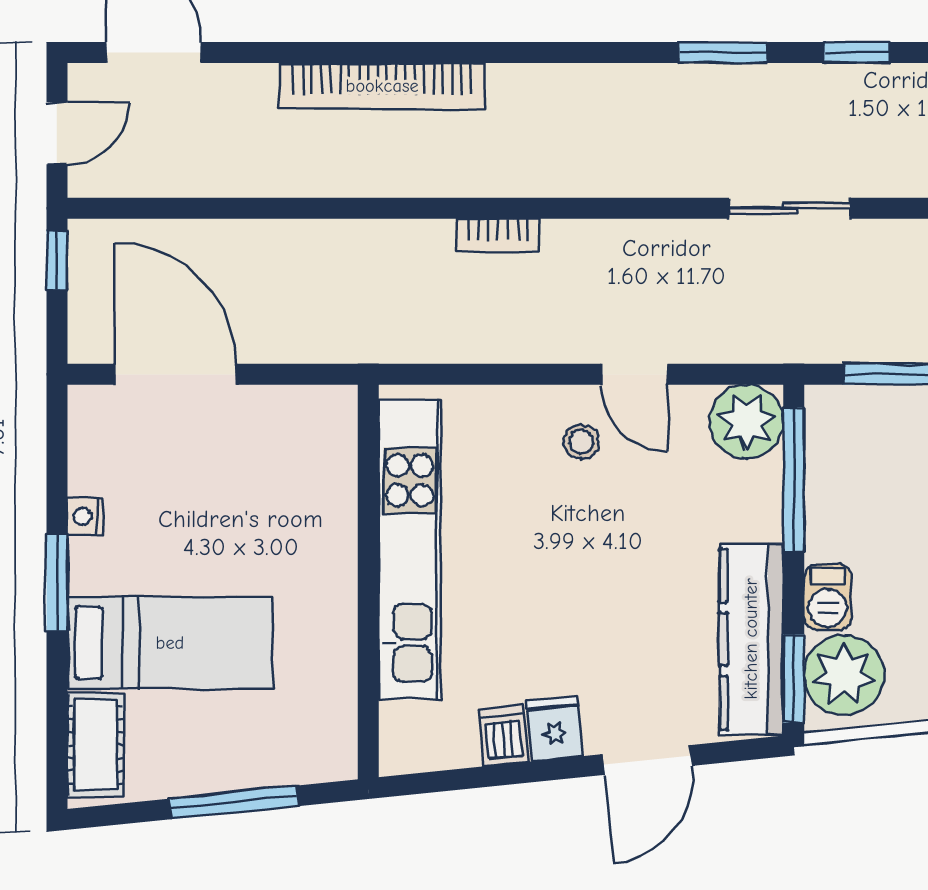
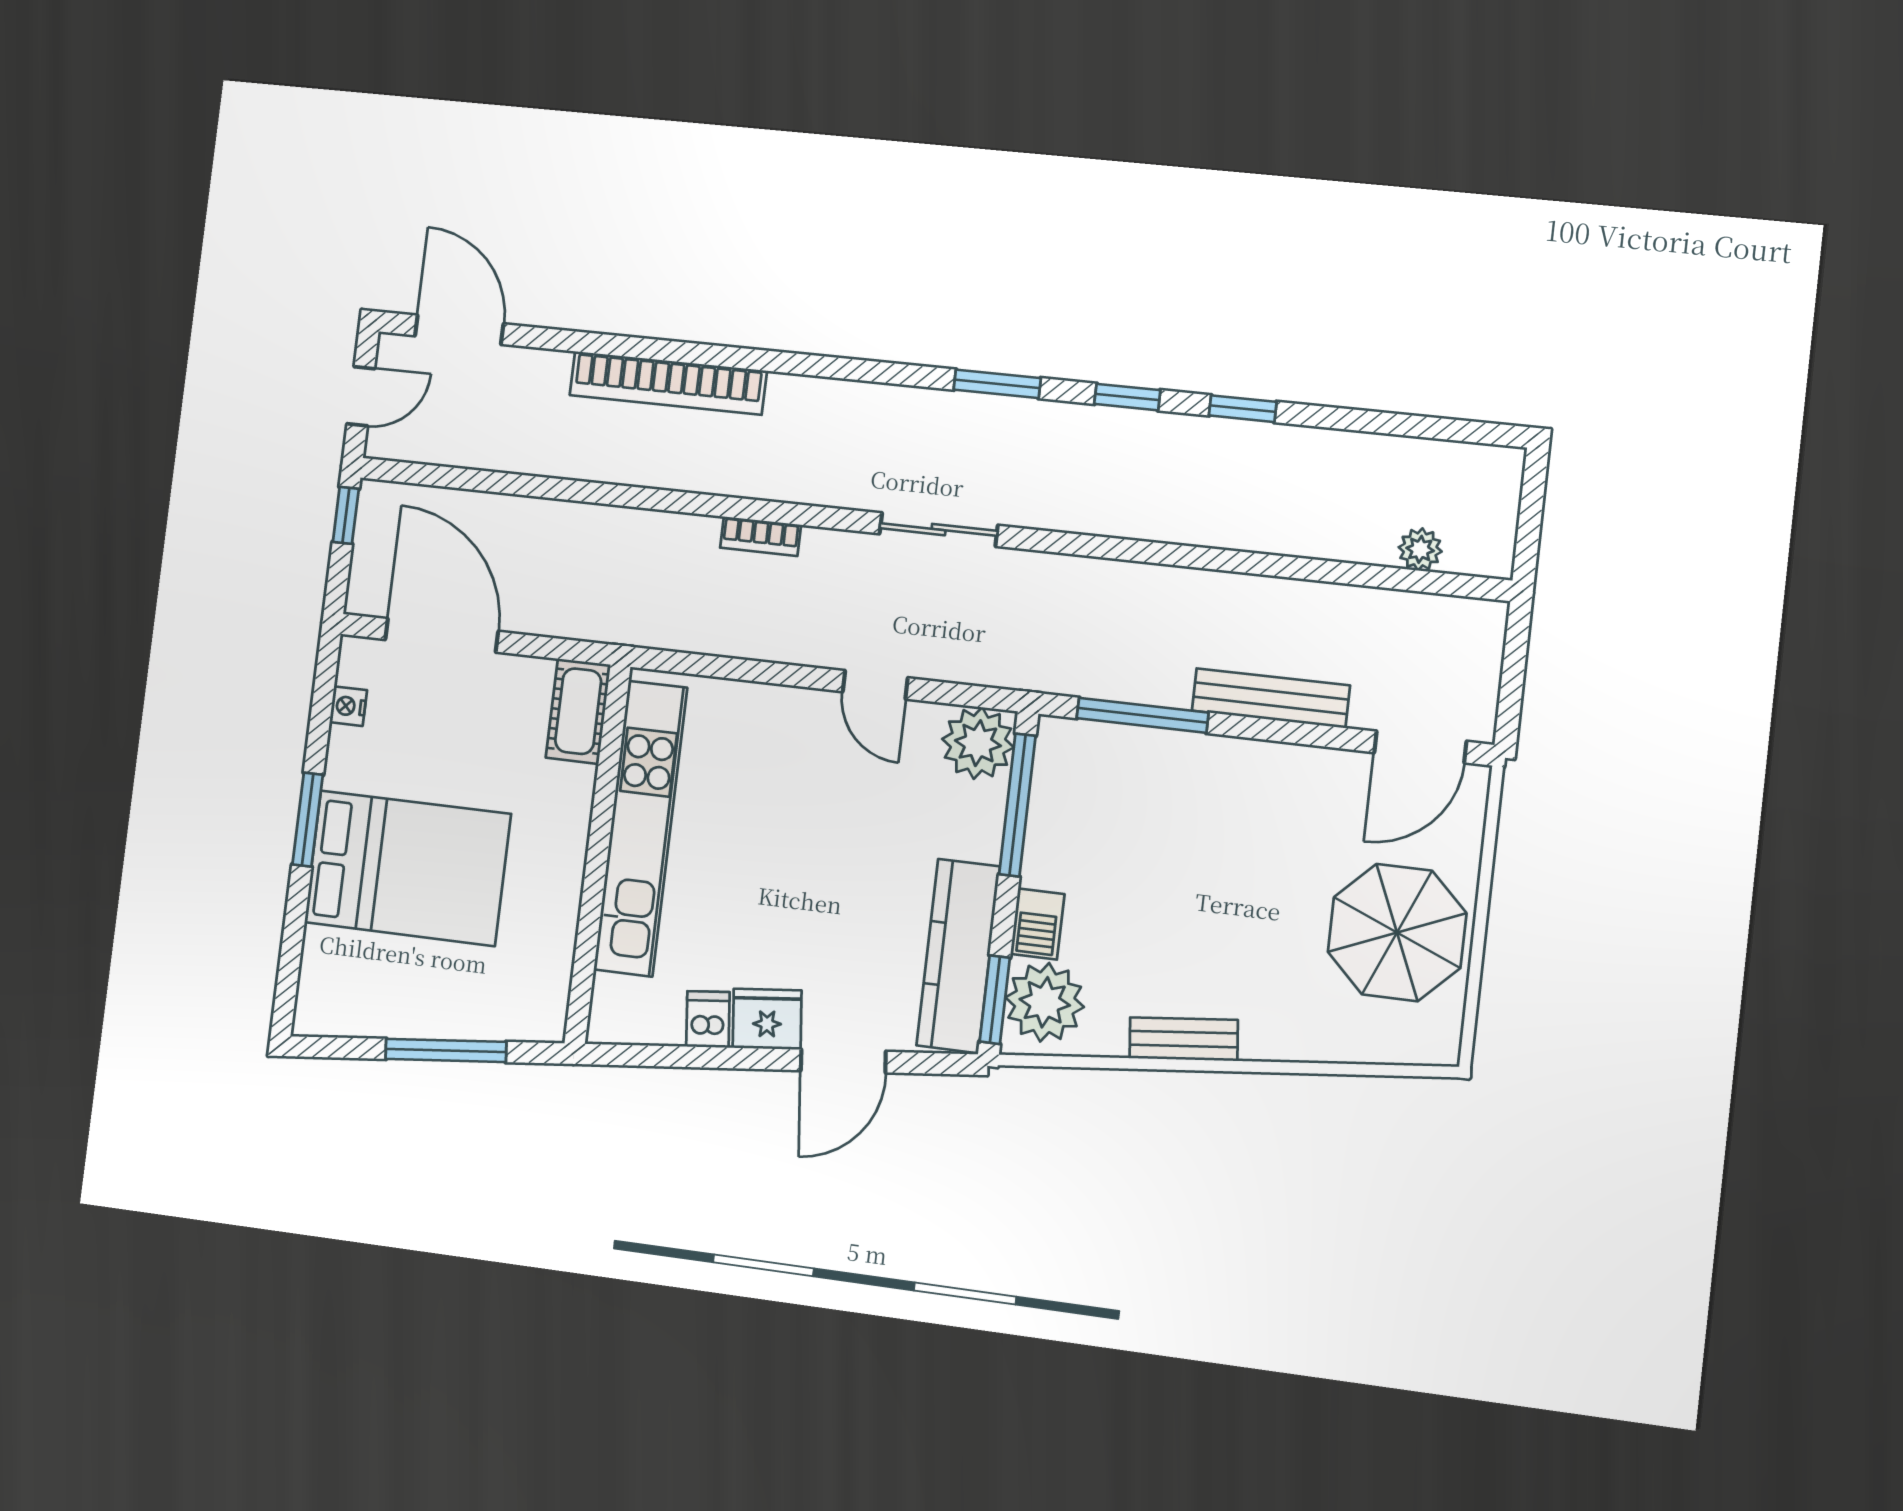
sliding door: (790, 208) -> (939, 530), moved
stool: (581, 442) -> (816, 744), removed
nightstand: (85, 516) -> (348, 706), moved
bed: (170, 643) -> (407, 868), width x1.50
fridge: (555, 729) -> (767, 1019), width x1.38
cot: (96, 745) -> (578, 711), moved

